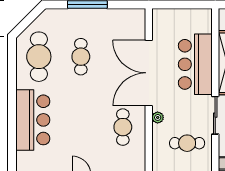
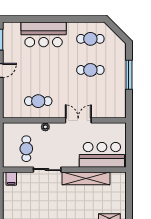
cafe table: (39, 57) -> (90, 39), width x0.73, depth x0.74
bar counter: (195, 64) -> (102, 155), moved
double door: (149, 73) -> (78, 120), width x0.54

